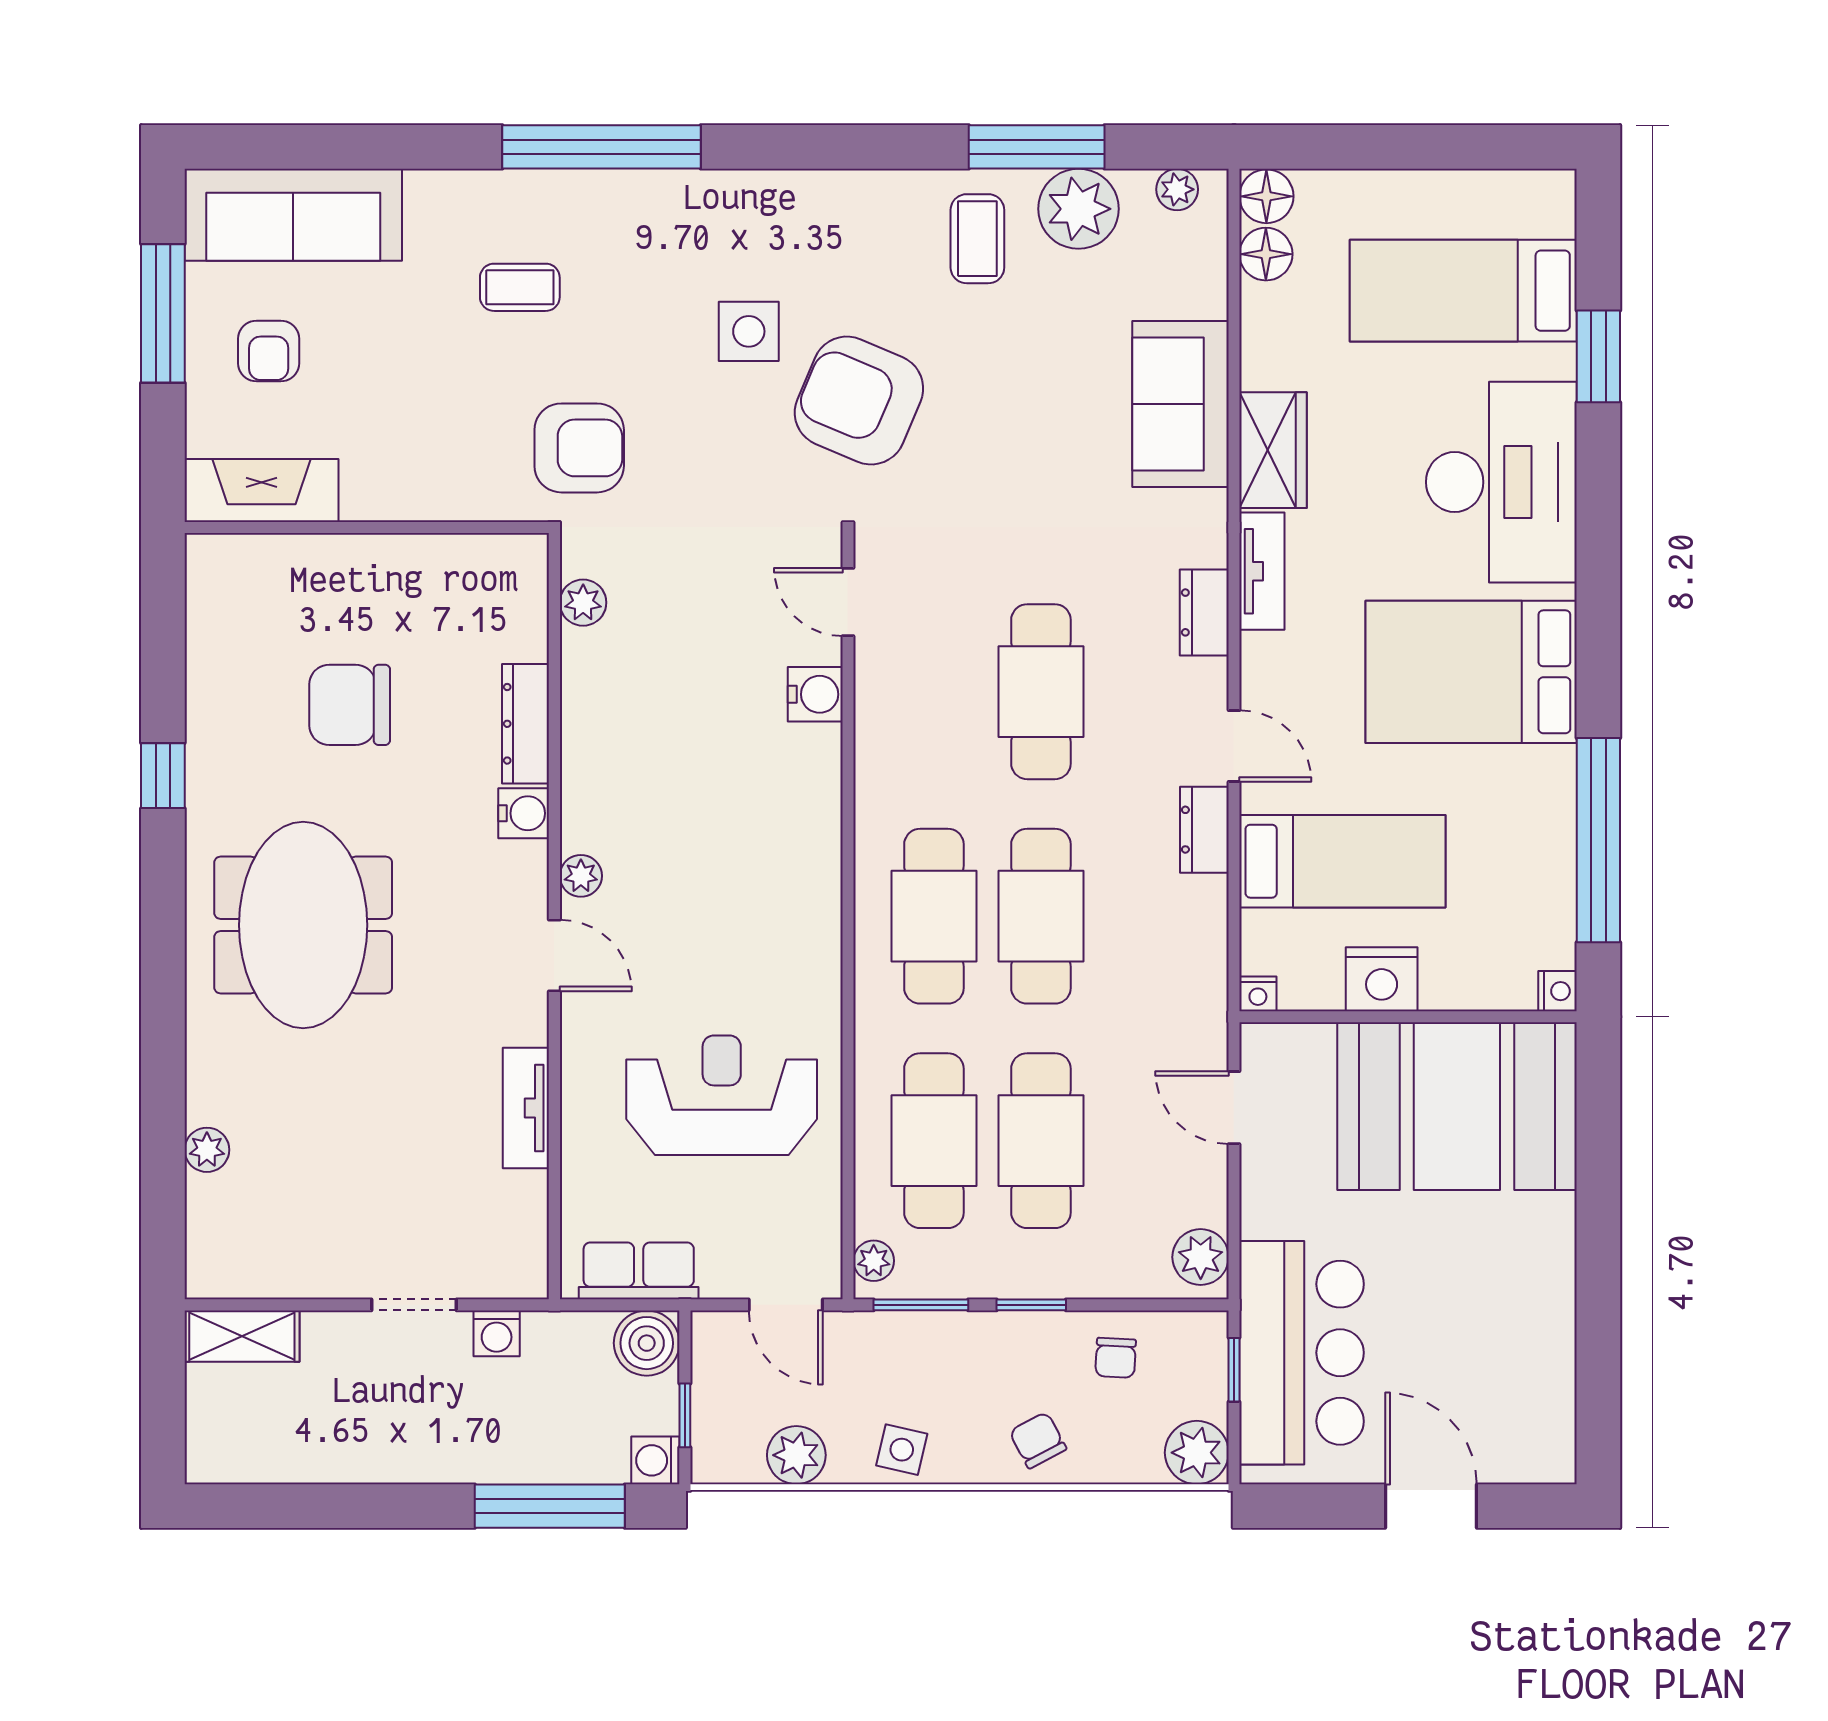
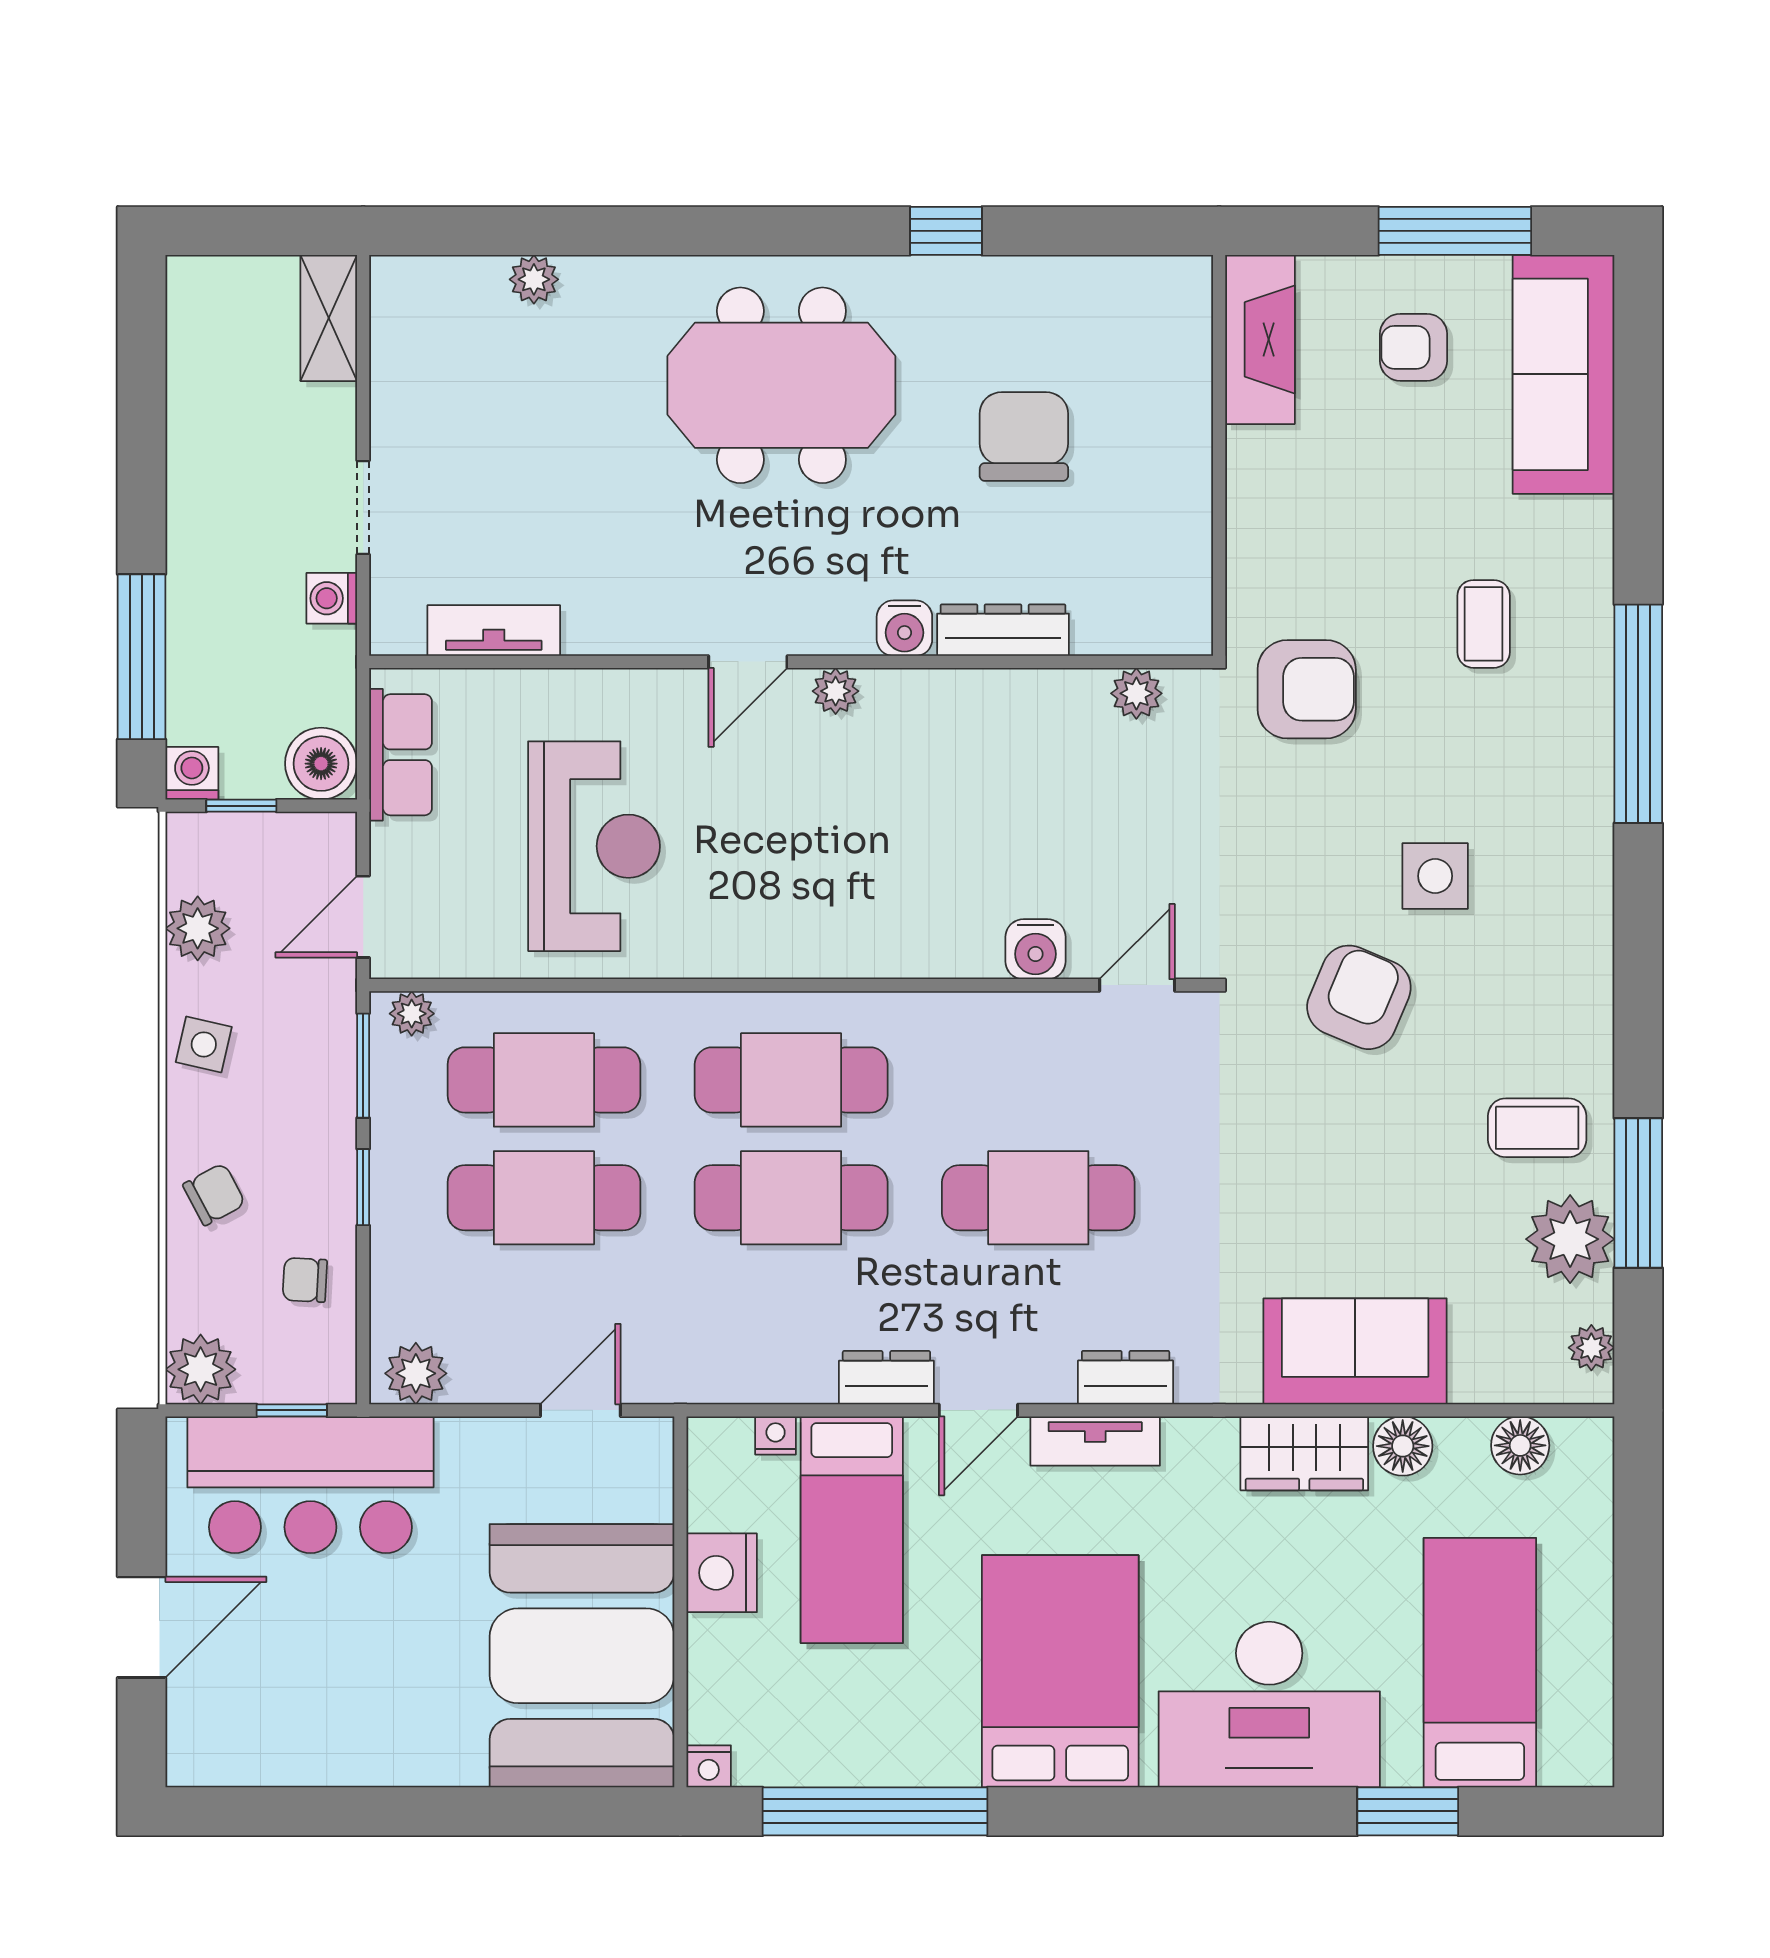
floor lamp: (1266, 196) -> (1403, 1446), moved
armchair: (859, 401) -> (1359, 997), width x0.73, depth x0.73
armchair: (579, 448) -> (1307, 689), turned -90
tv unit: (1262, 571) -> (1095, 1441), moved
nightstand: (1258, 994) -> (776, 1435), moved, turned 90
tv unit: (526, 1108) -> (494, 631), moved

